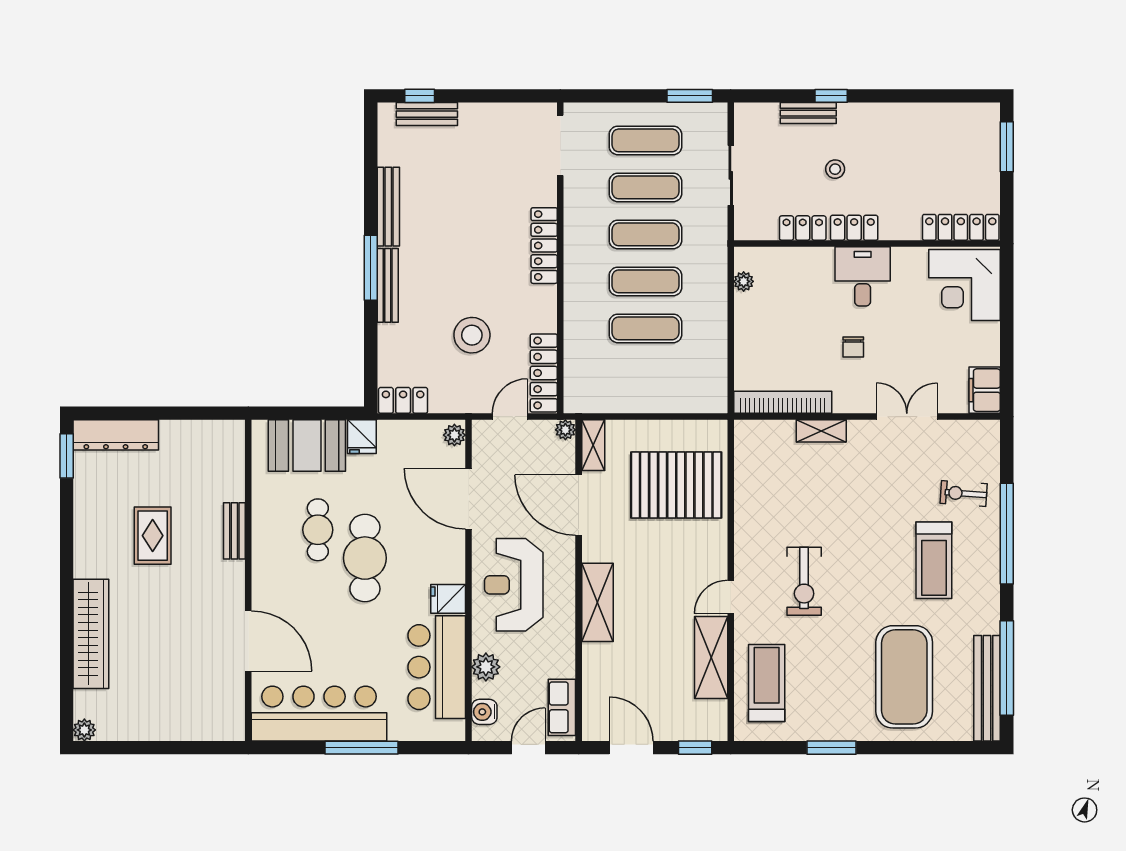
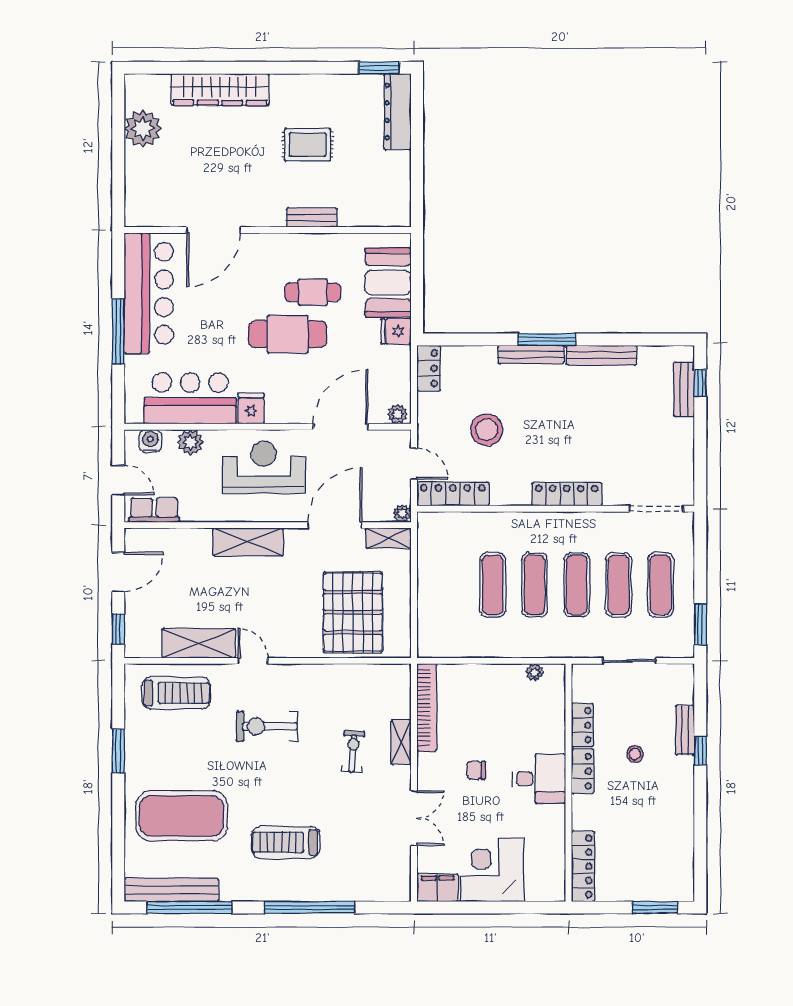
corner desk: (965, 285) -> (492, 870), moved
exercise bike: (964, 494) -> (353, 751), moved
plant: (84, 730) -> (143, 129), moved, width x1.87, depth x1.87

